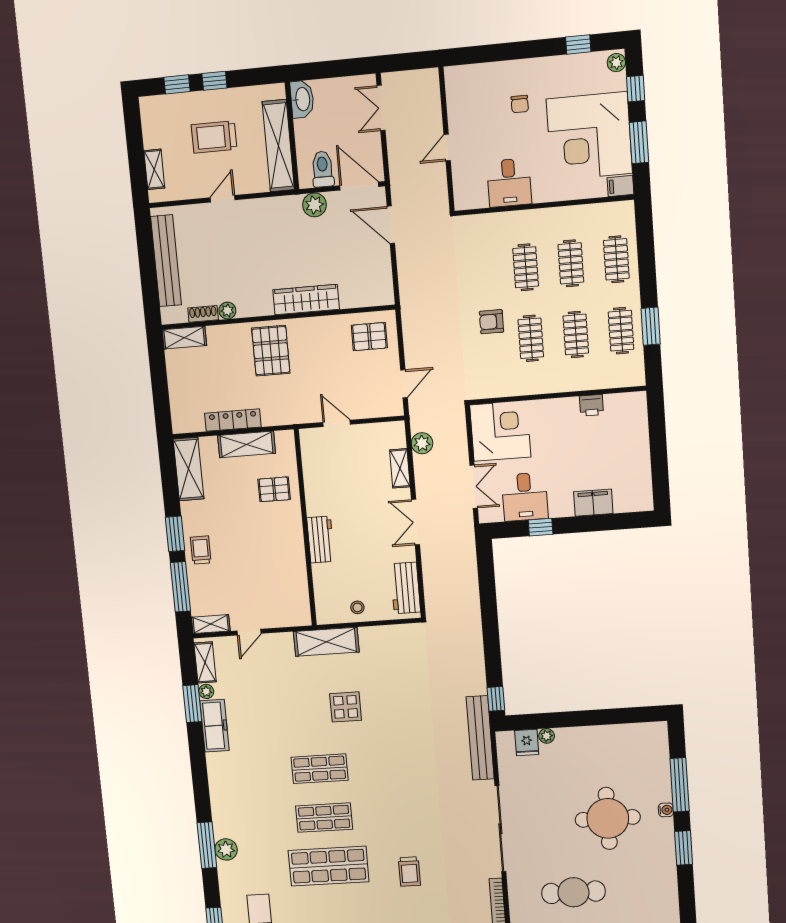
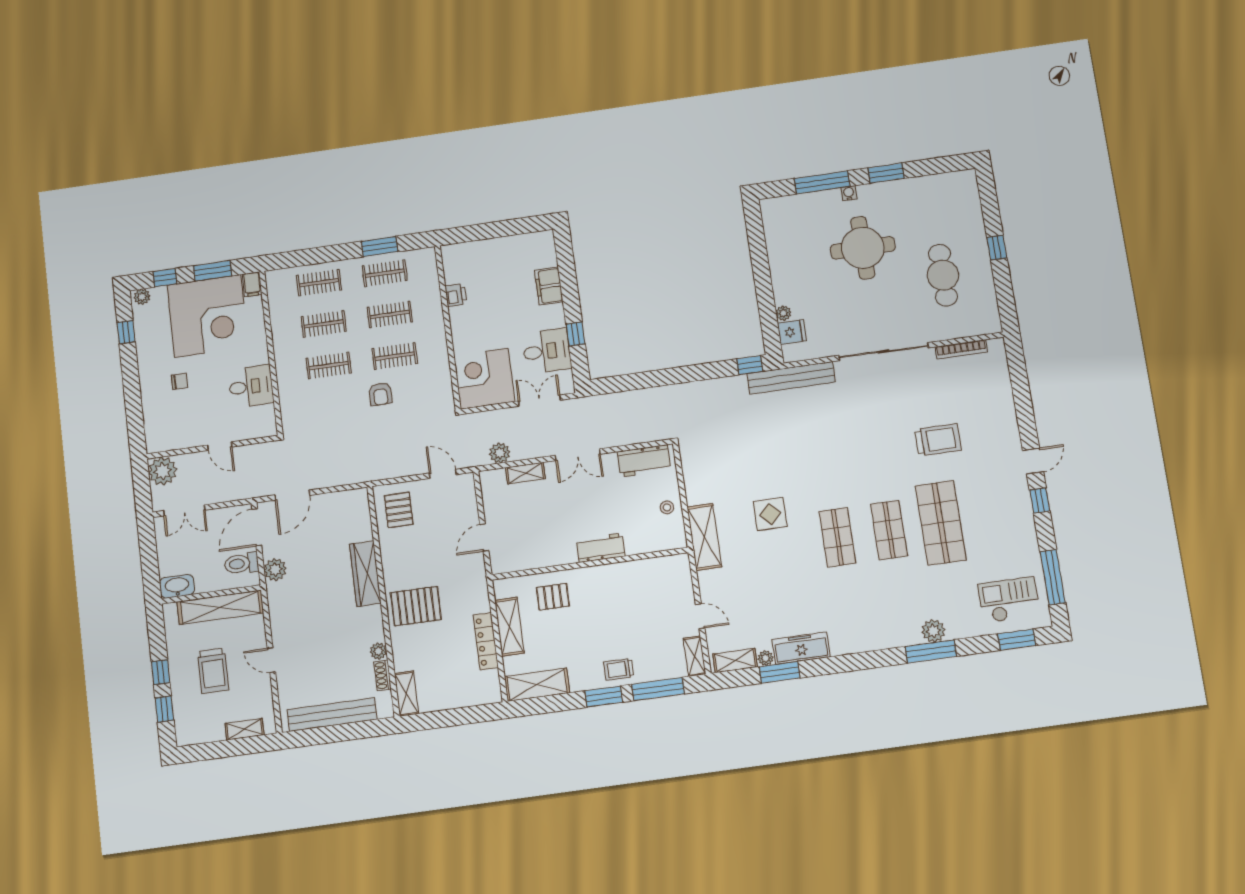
plant: (424, 84) -> (163, 471), added
pallet: (274, 489) -> (553, 597), turned 90
trolley: (409, 871) -> (938, 440), width x1.36, depth x1.39

